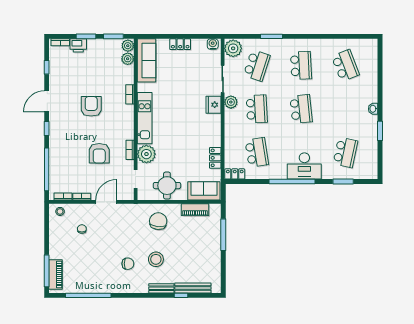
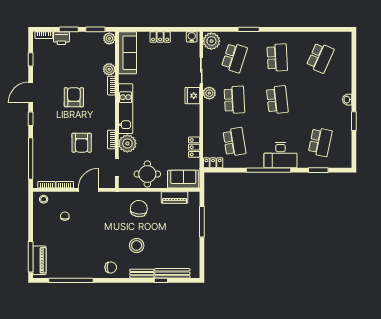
plant: (128, 59) -> (109, 69), moved
school desk: (345, 65) -> (320, 58), turned 45
chair: (128, 264) -> (111, 267), moved

